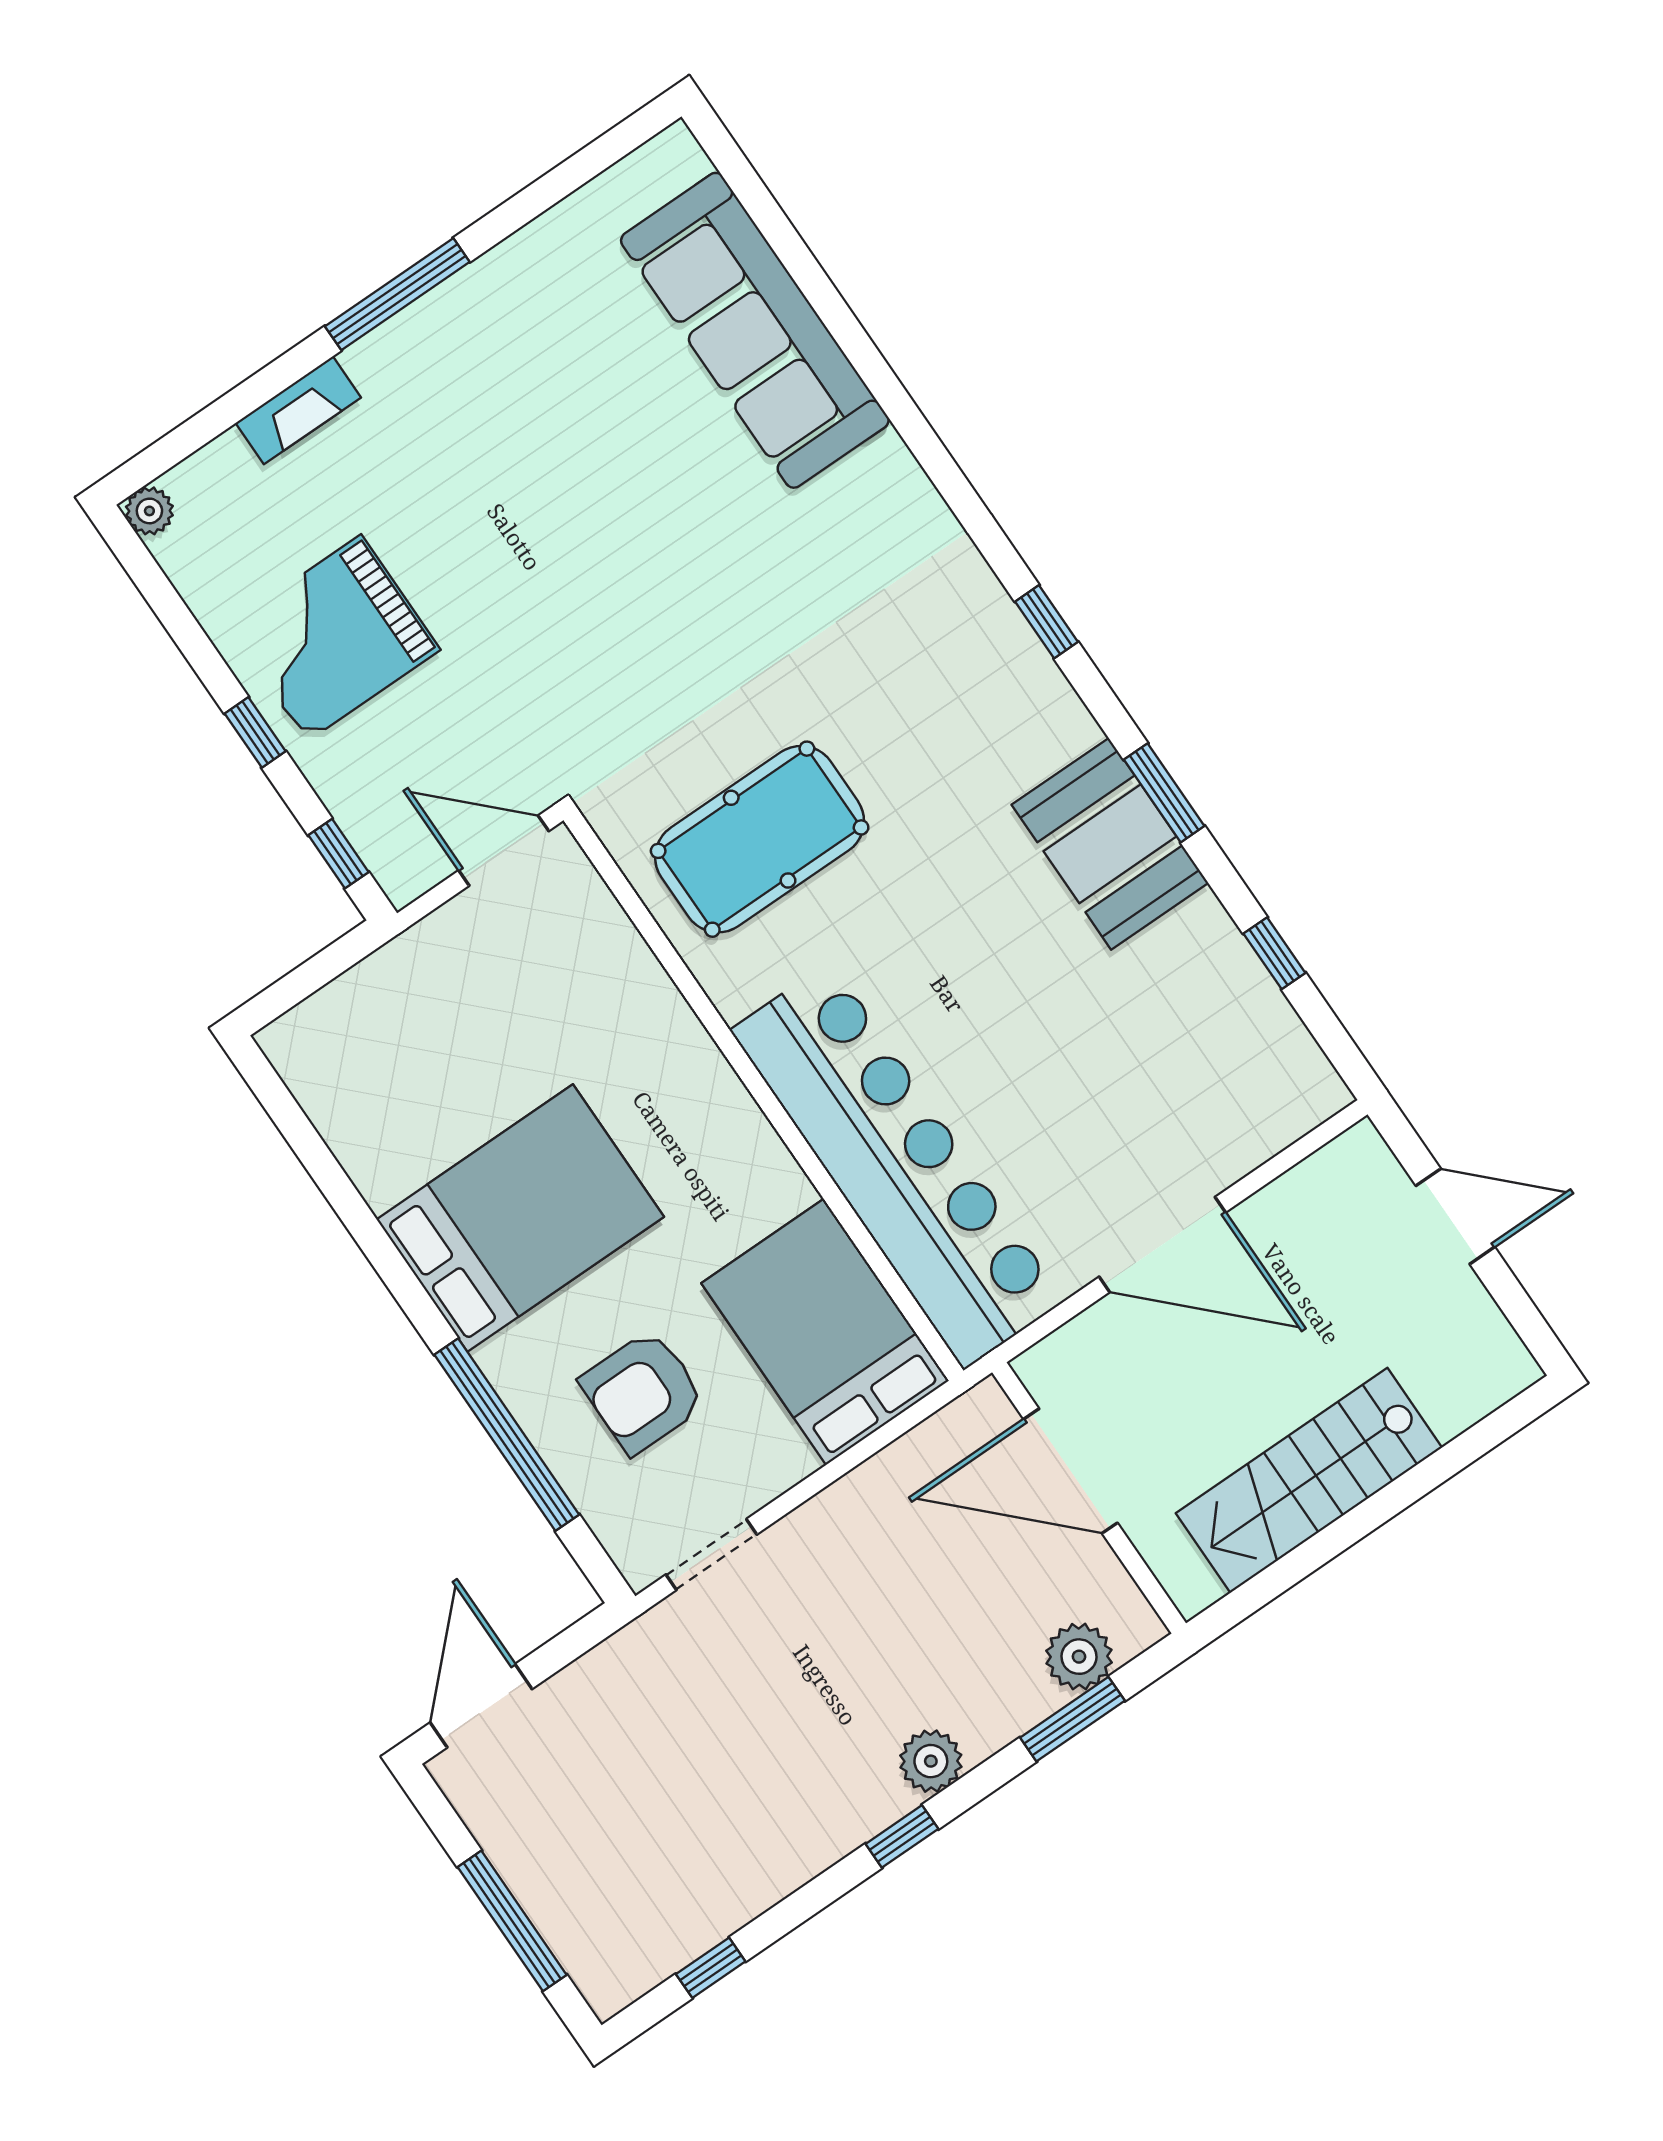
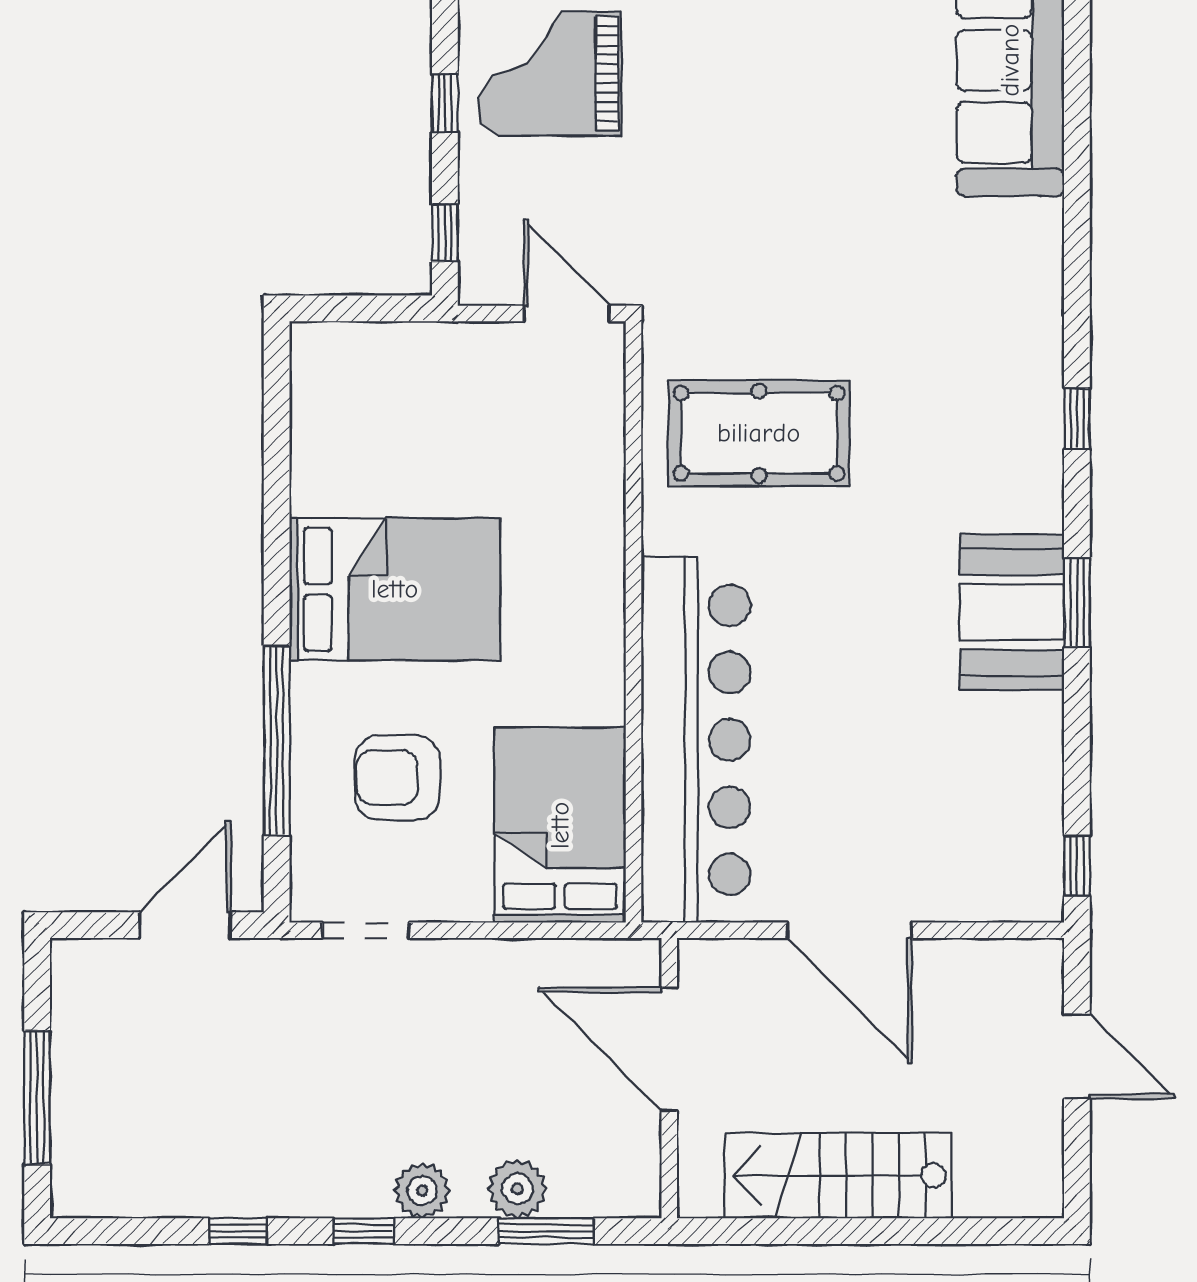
window: (1274, 953) -> (1077, 866), moved
plant: (1079, 1657) -> (517, 1189), moved
door: (481, 1706) -> (185, 925), moved
window: (711, 1968) -> (238, 1231), moved

